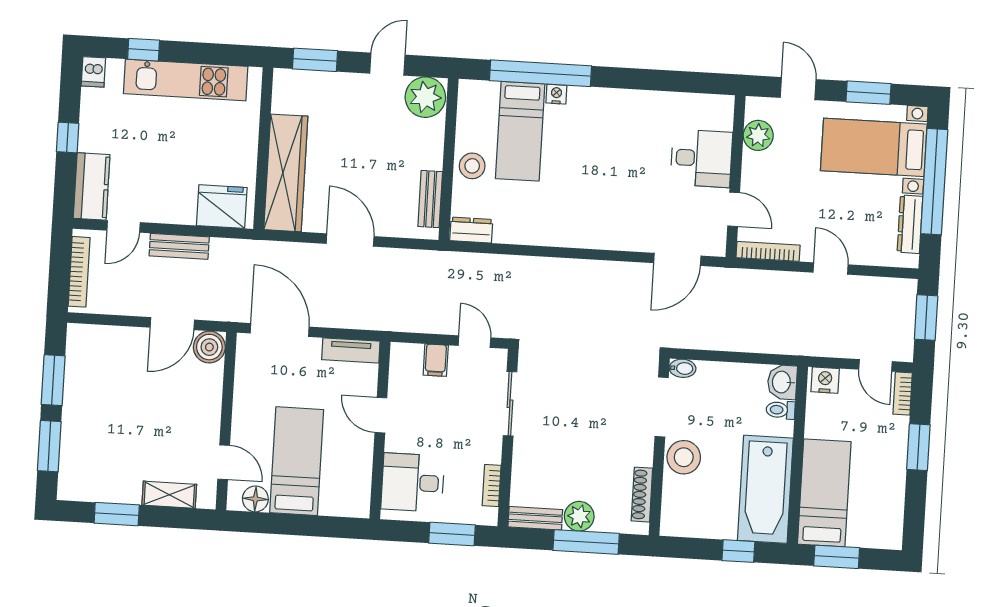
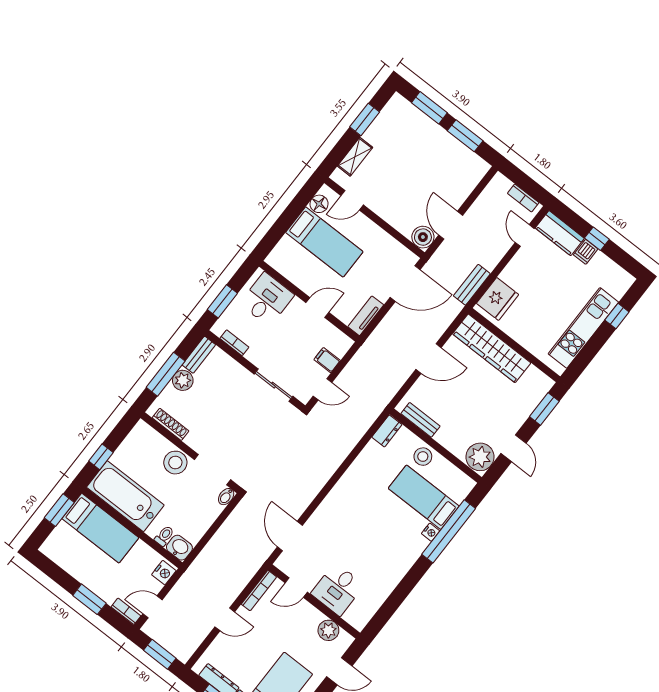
dishwasher: (93, 72) -> (586, 252), moved, turned -90
bench: (179, 246) -> (472, 285), moved
bookcase: (79, 272) -> (523, 198), width x0.64

